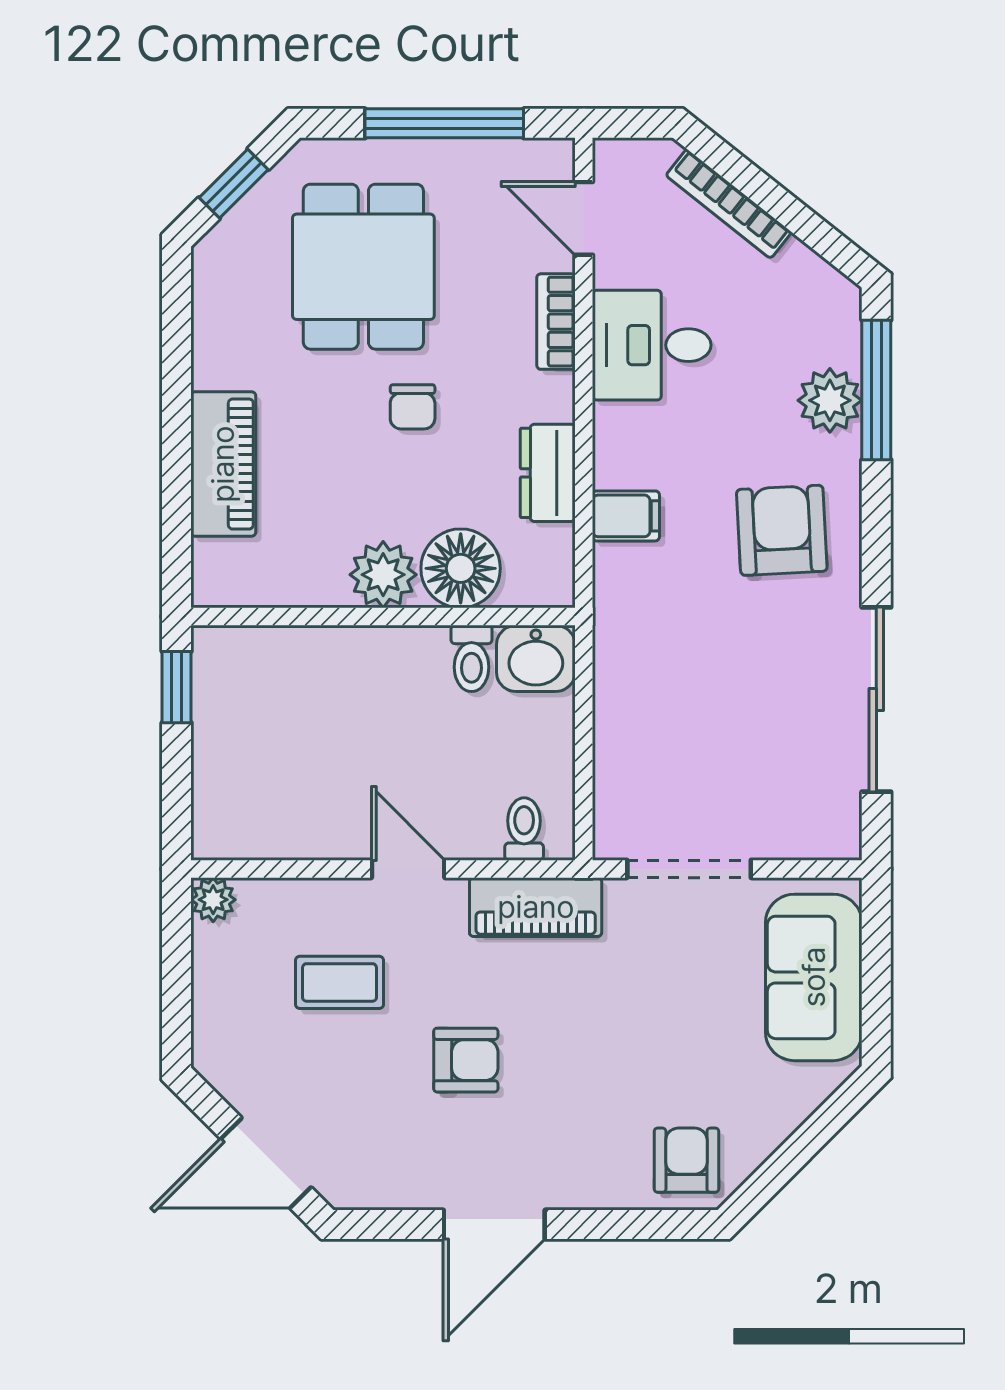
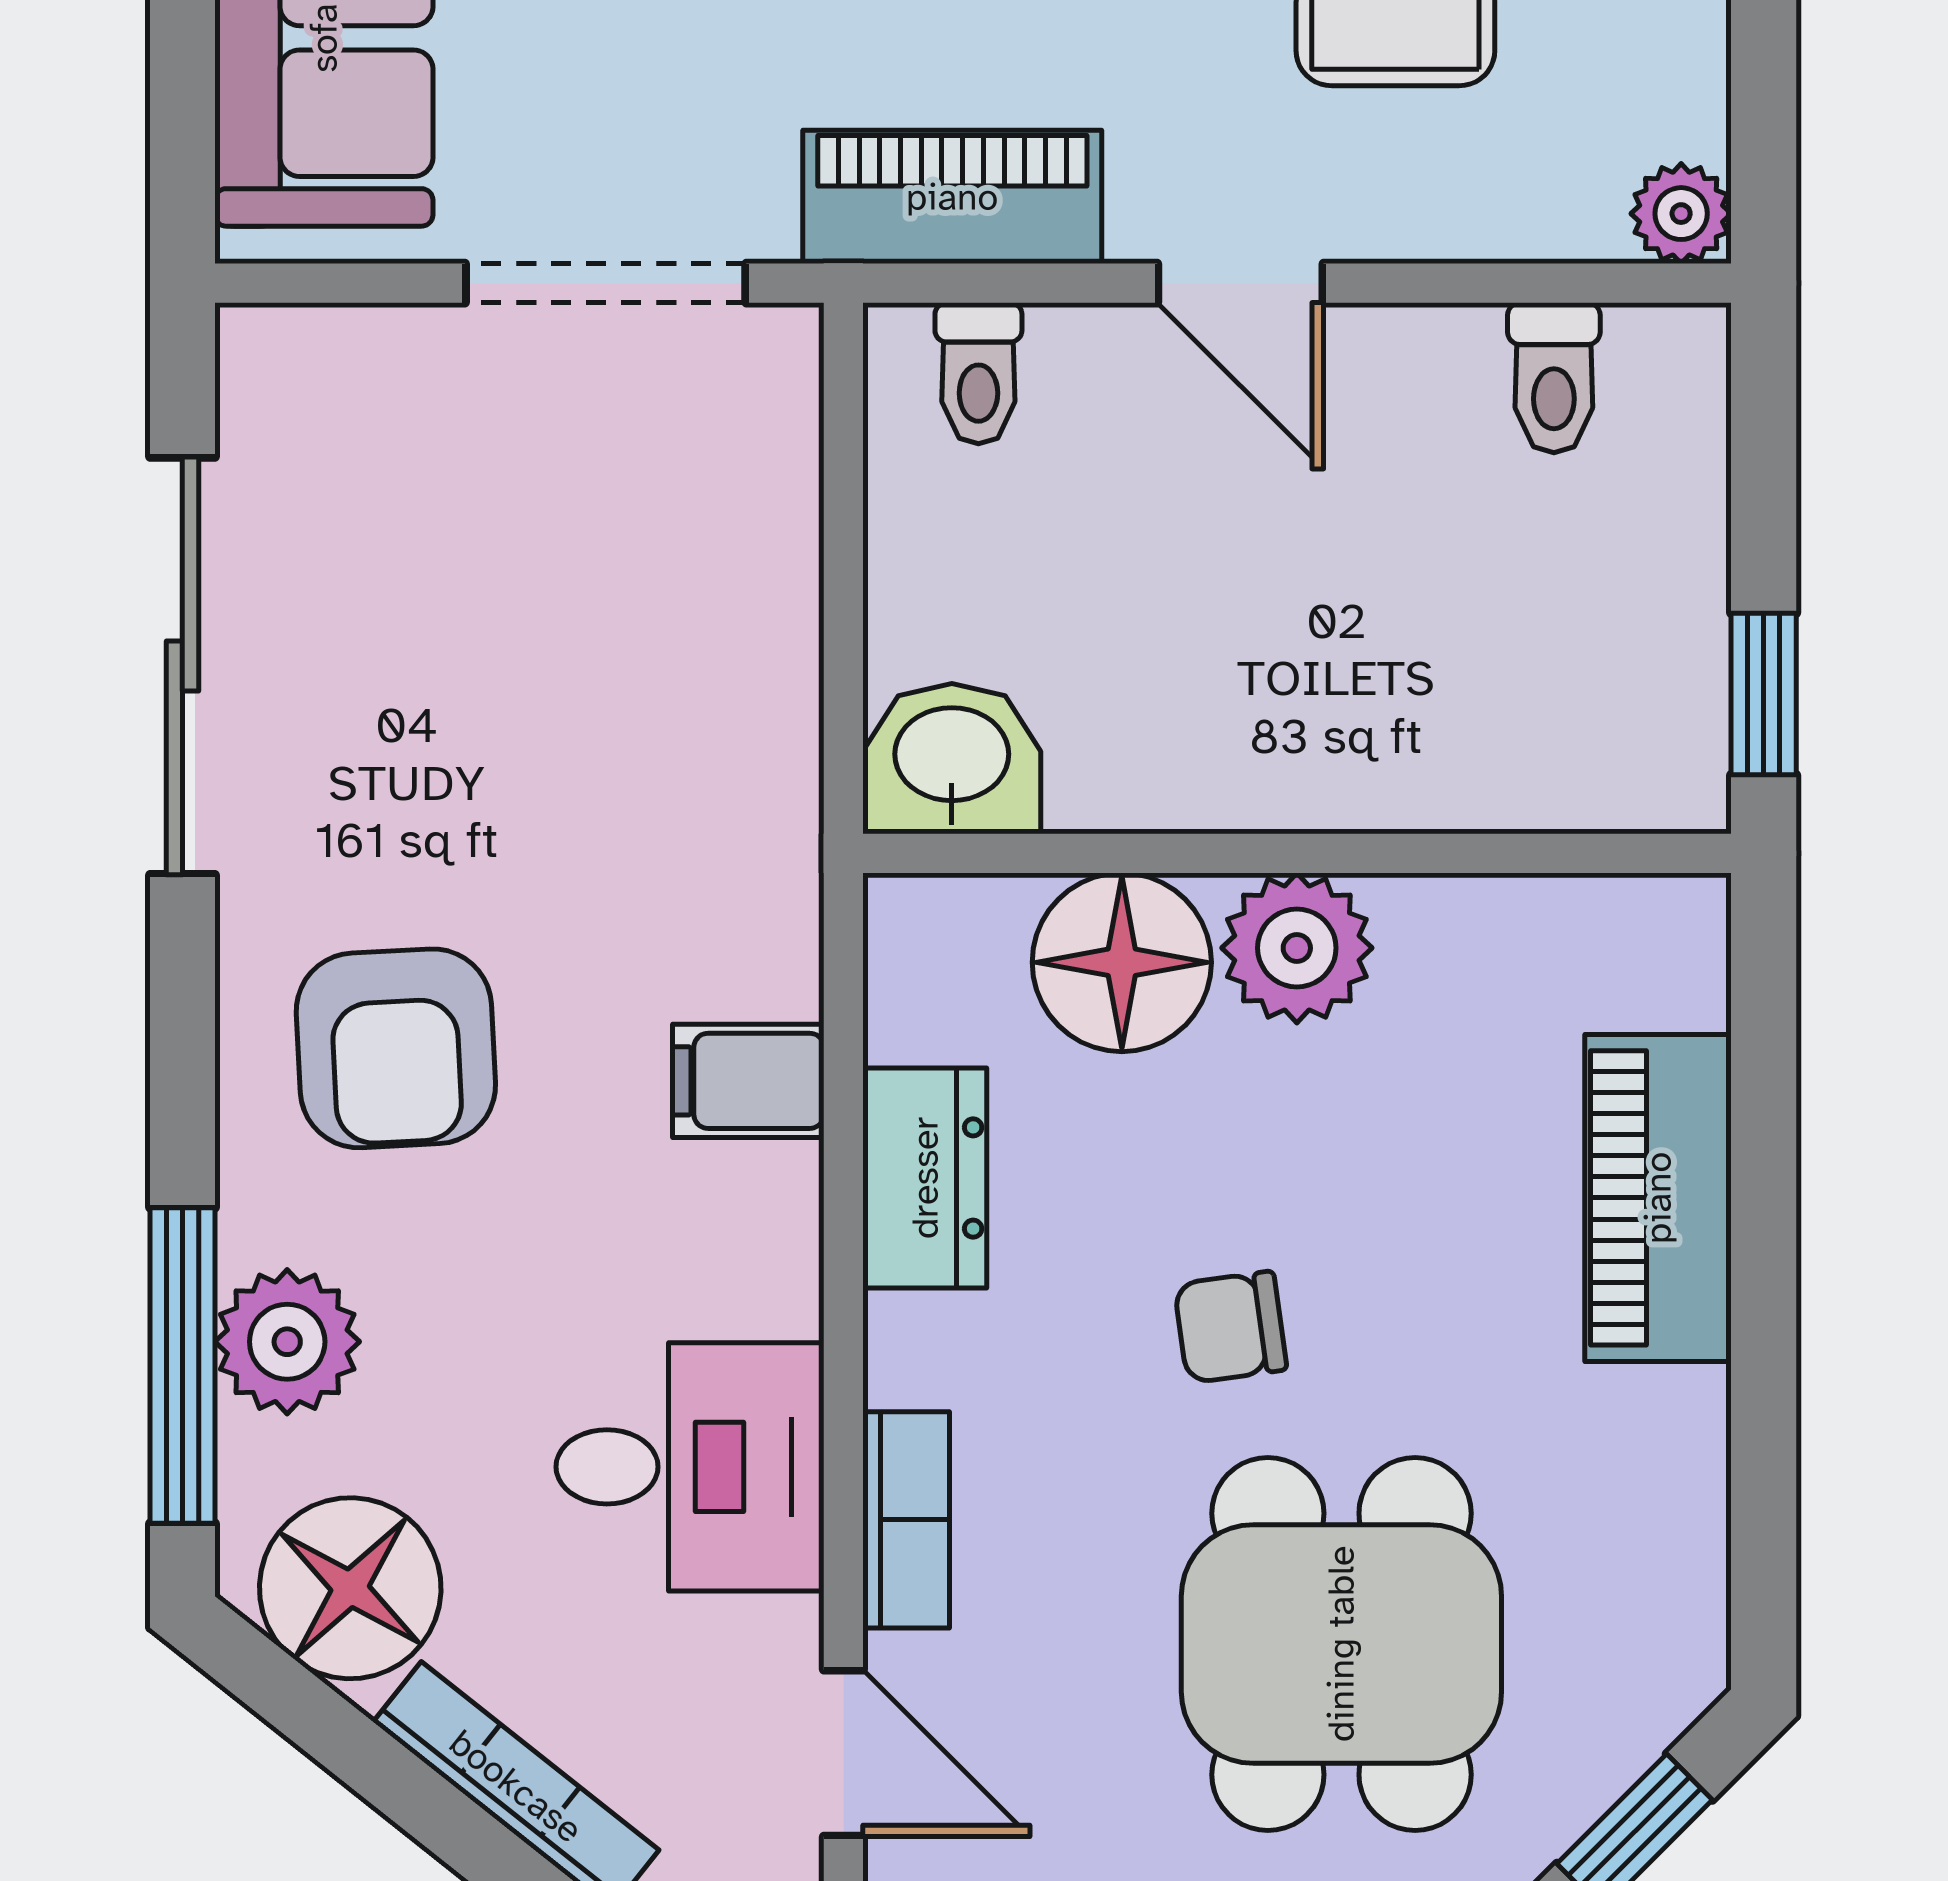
floor lamp: (802, 291) -> (350, 1588), added
chair: (413, 407) -> (1230, 1327), turned -98
toilet: (471, 658) -> (1554, 378), moved, turned 180

